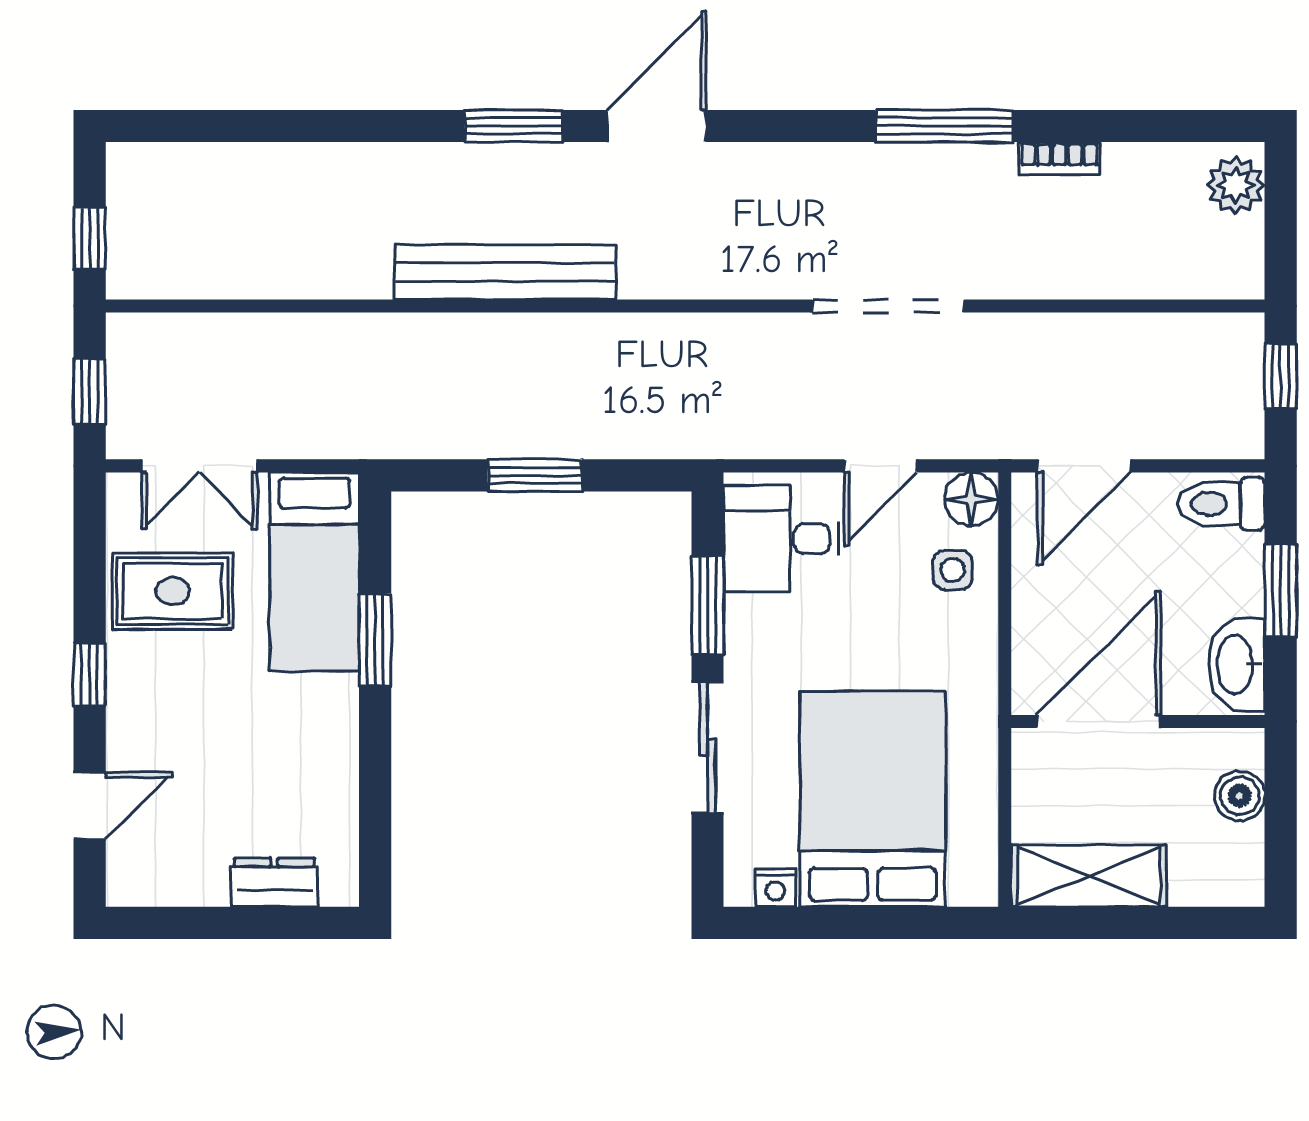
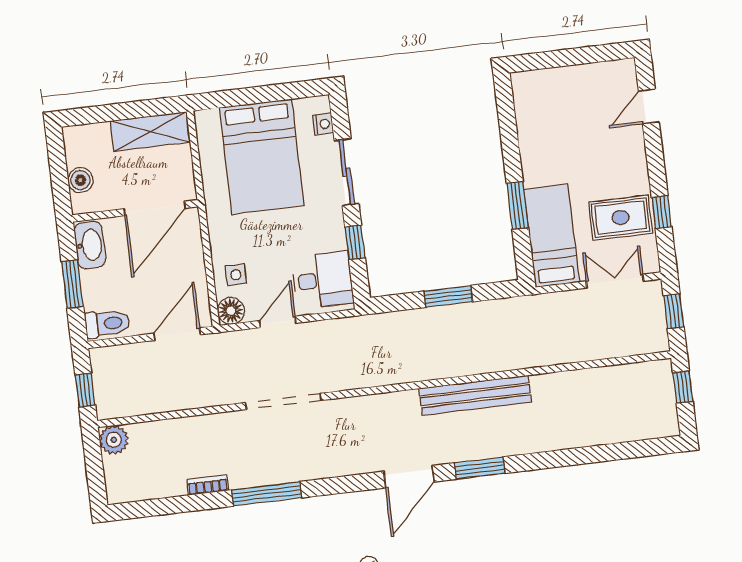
plant: (1236, 185) -> (114, 440), moved
window: (707, 606) -> (355, 242), width x0.67
window: (90, 675) -> (662, 212), moved
dresser: (274, 882) -> (553, 79), removed
nightstand: (775, 888) -> (323, 124), moved, turned 90

